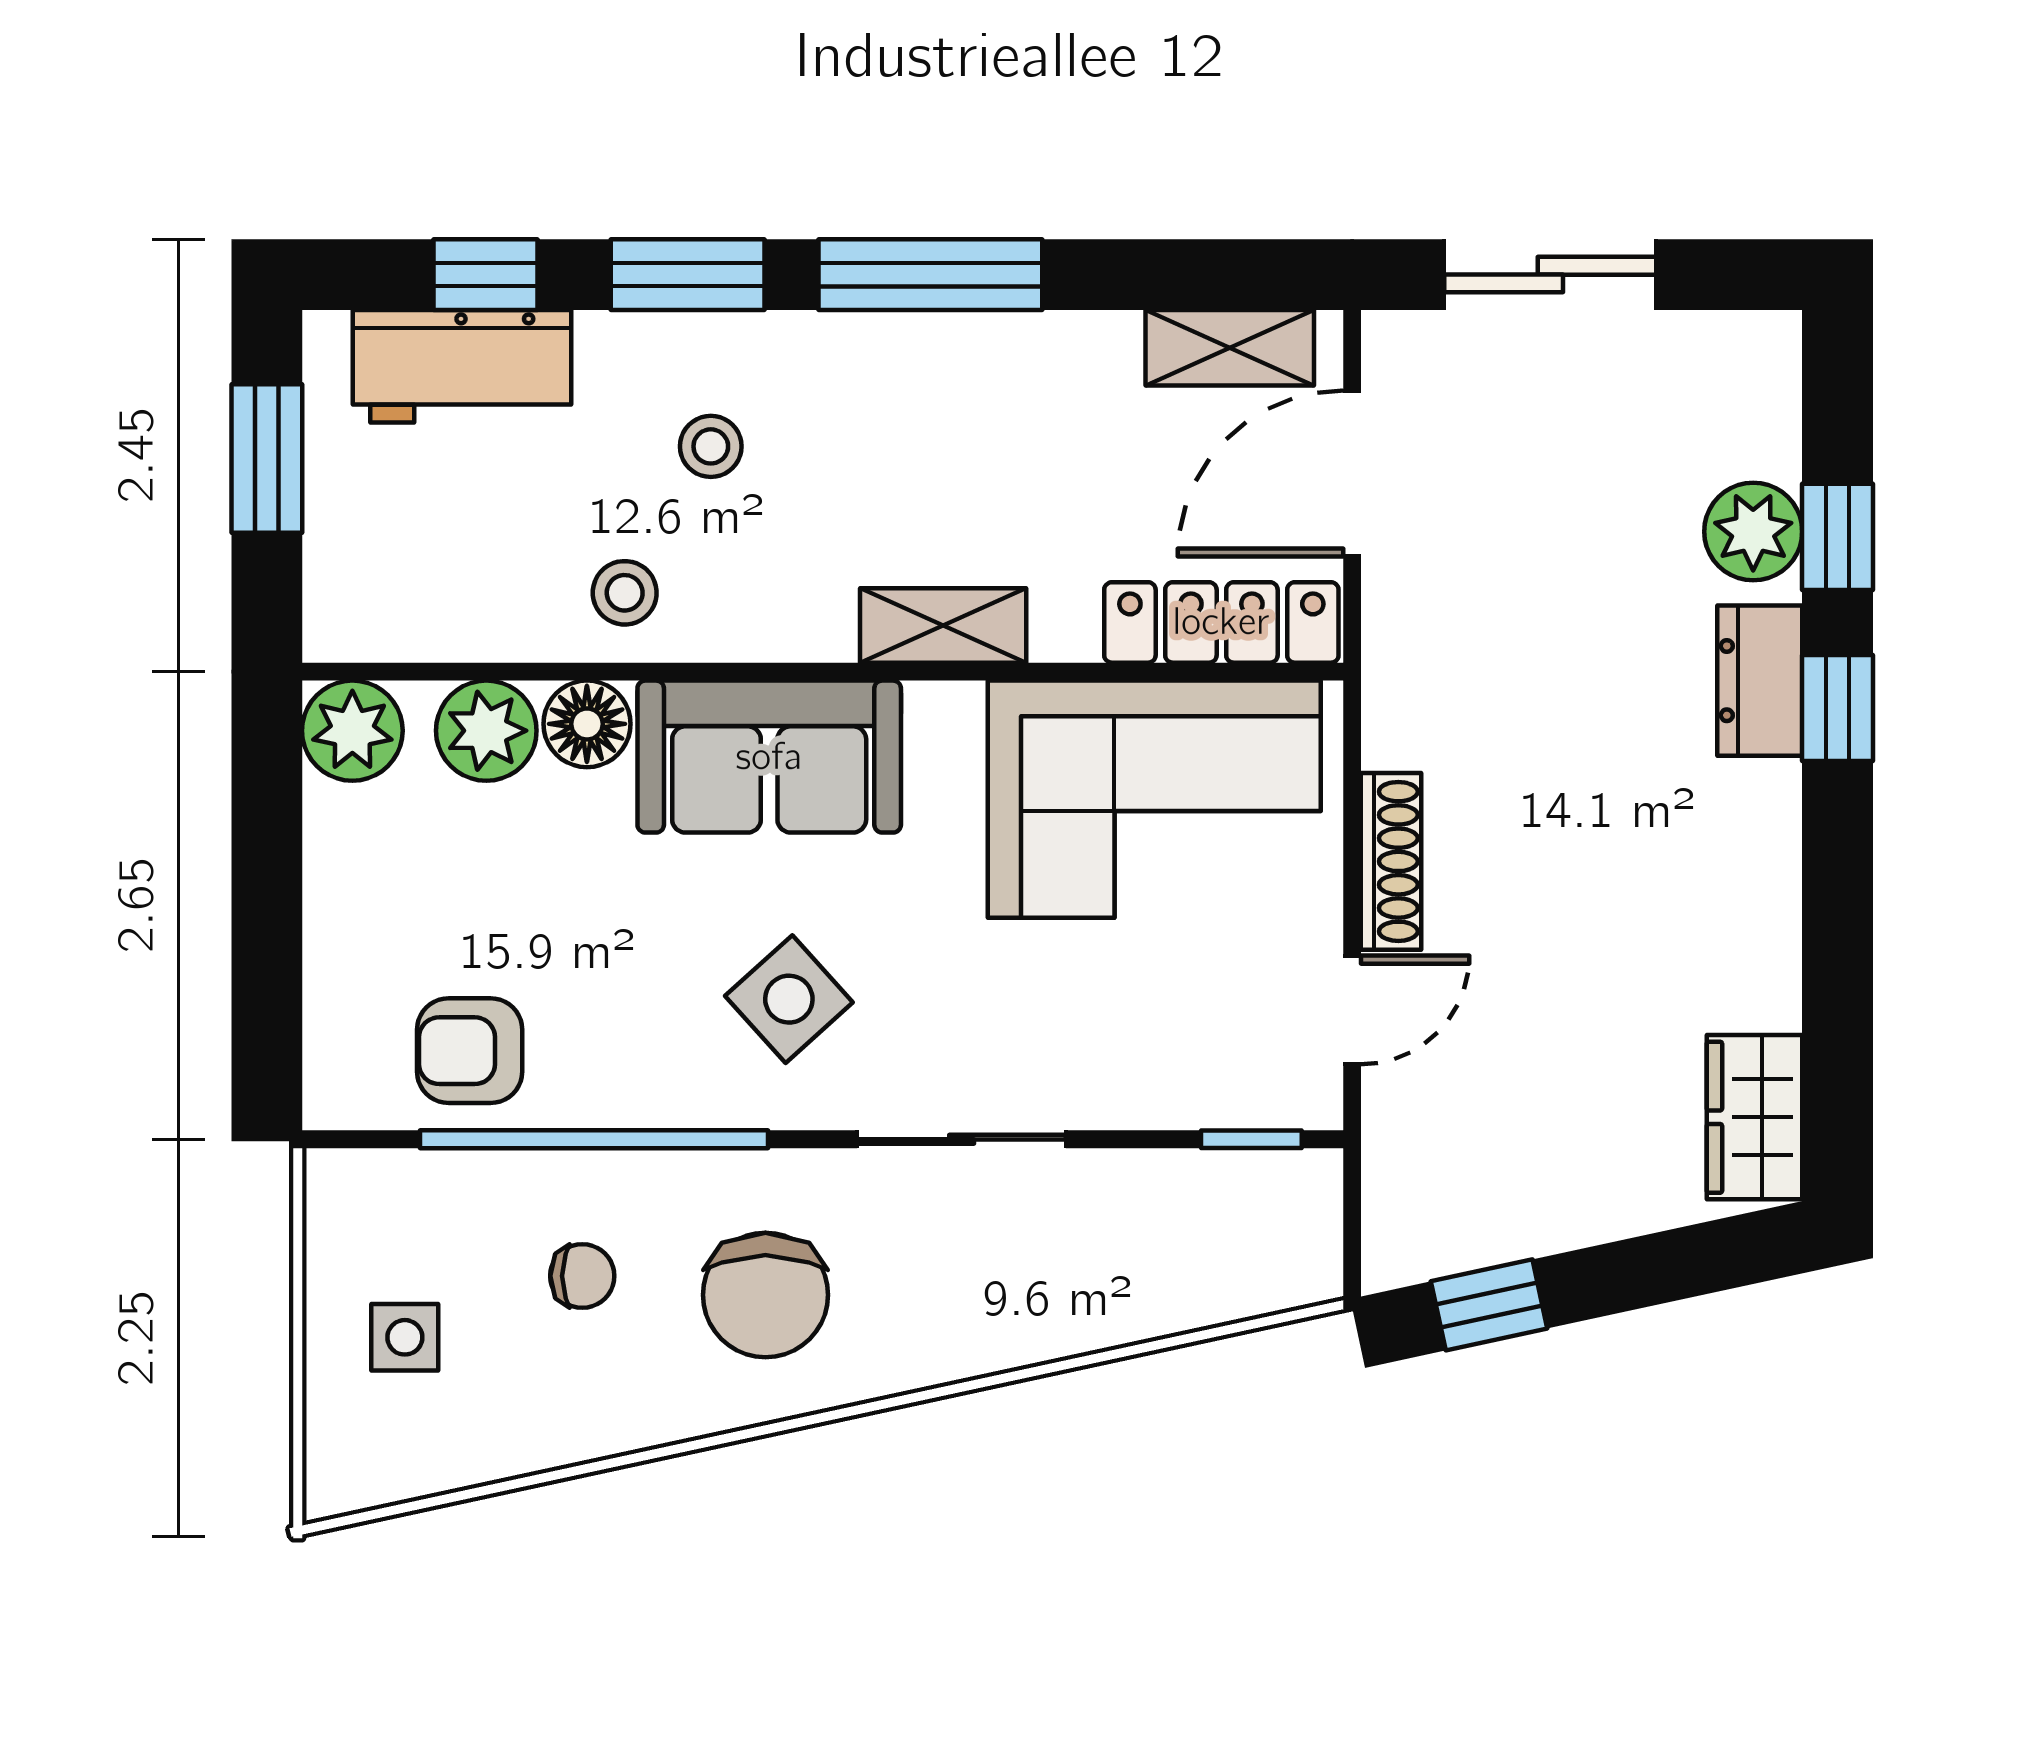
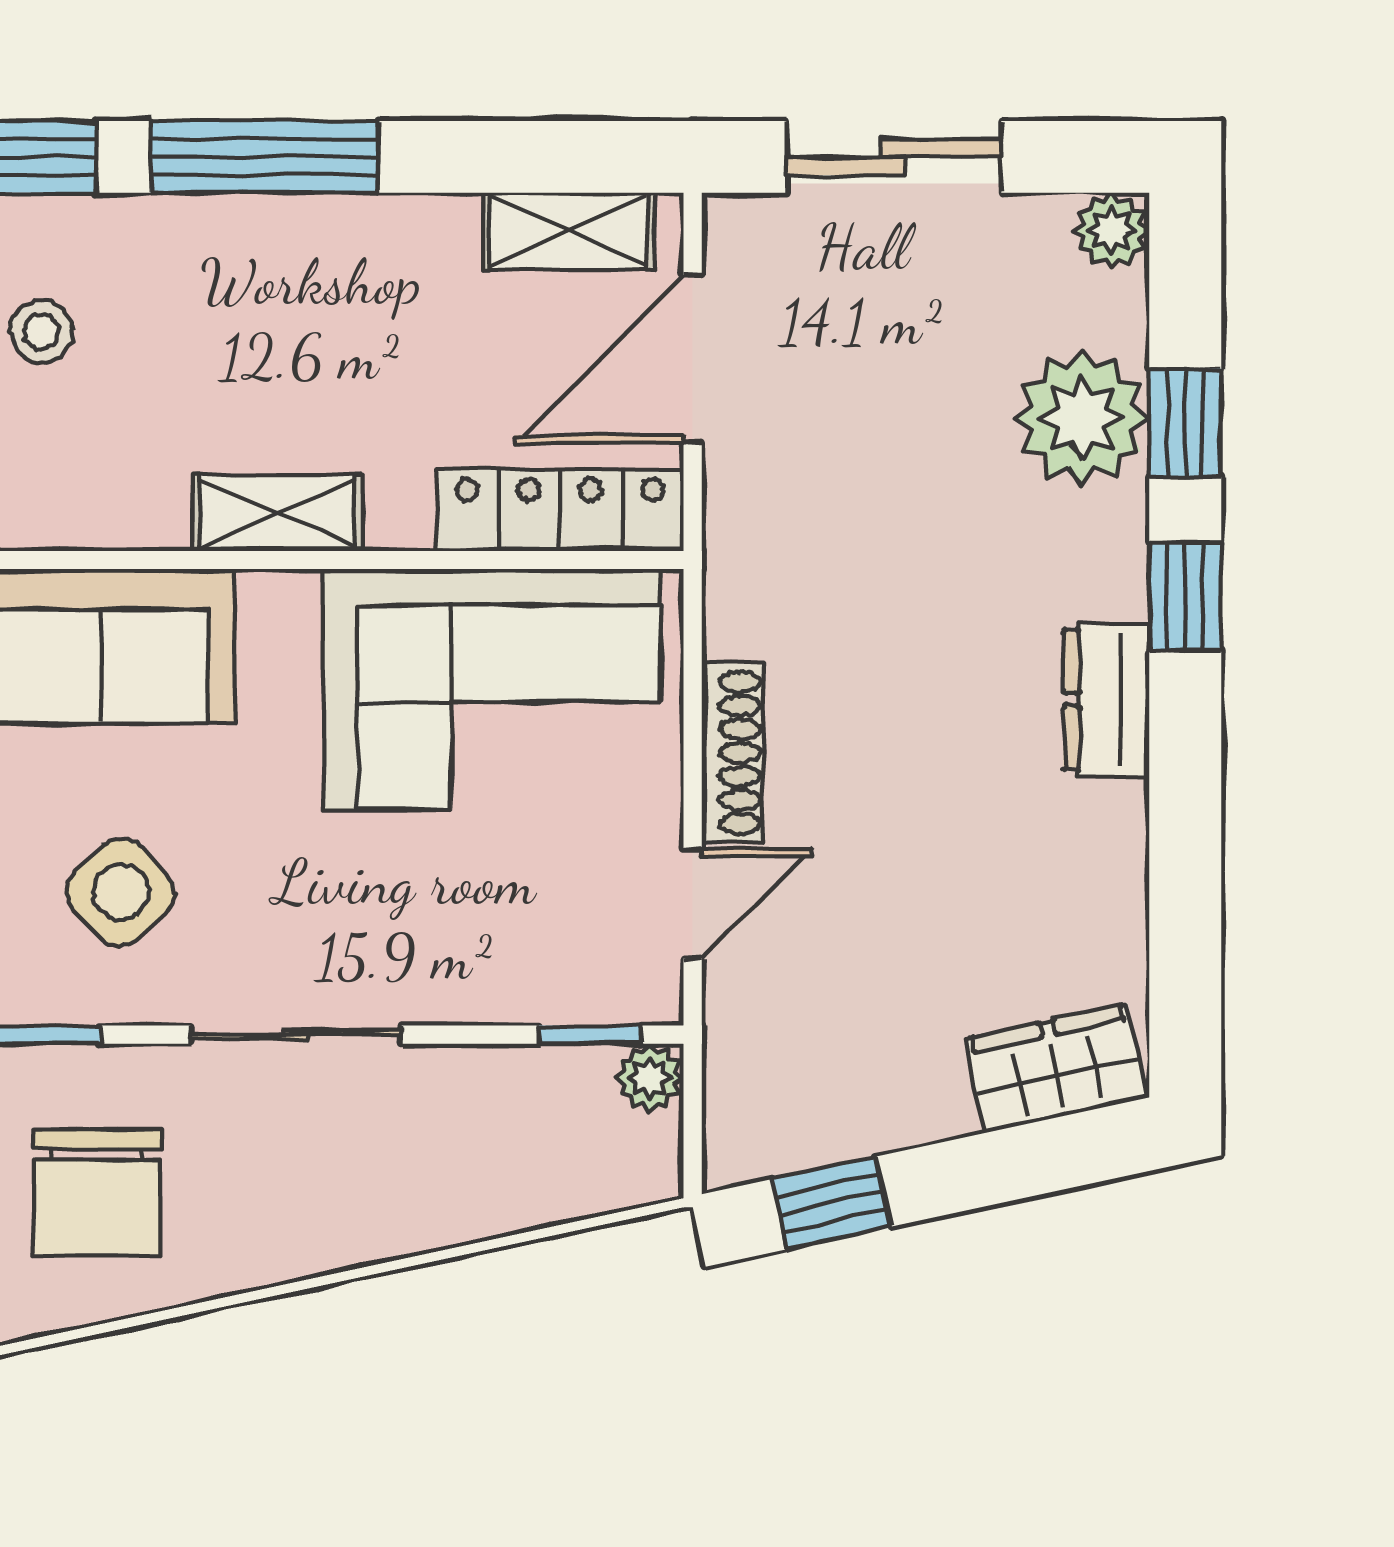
plant: (1765, 347) -> (1112, 231), added
plant: (1753, 532) -> (1082, 418), width x1.36, depth x1.36
dresser: (1760, 681) -> (1106, 699), moved
wardrobe: (1754, 1117) -> (1056, 1068), moved, turned 78
plant: (1310, 1182) -> (650, 1078), added

